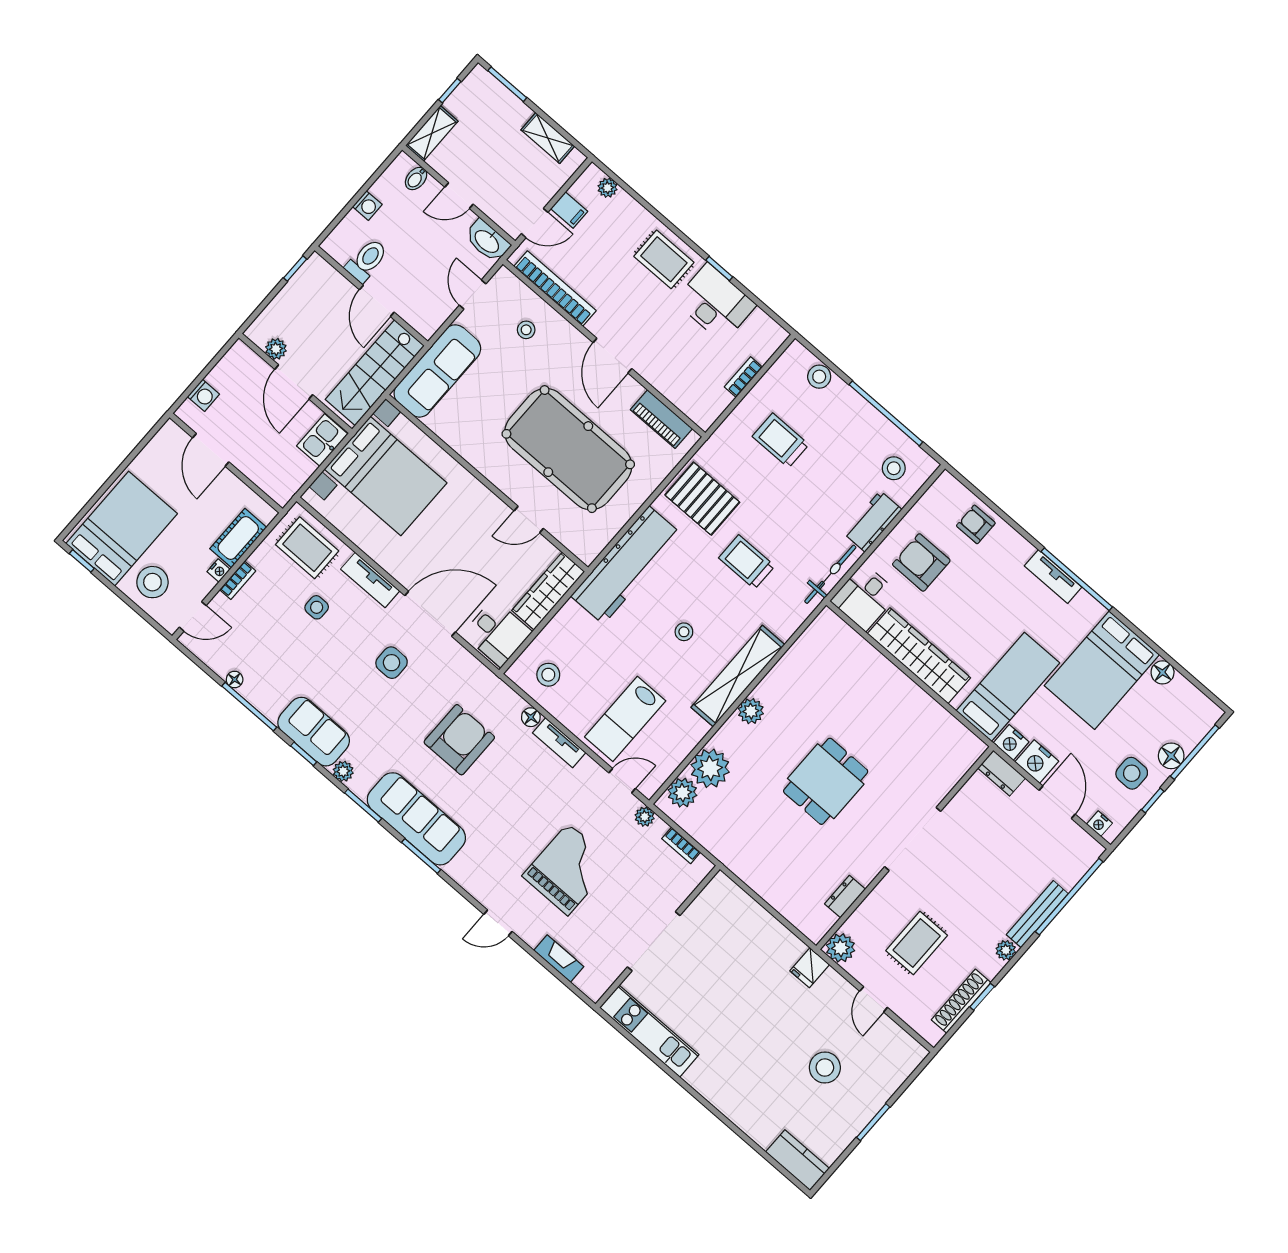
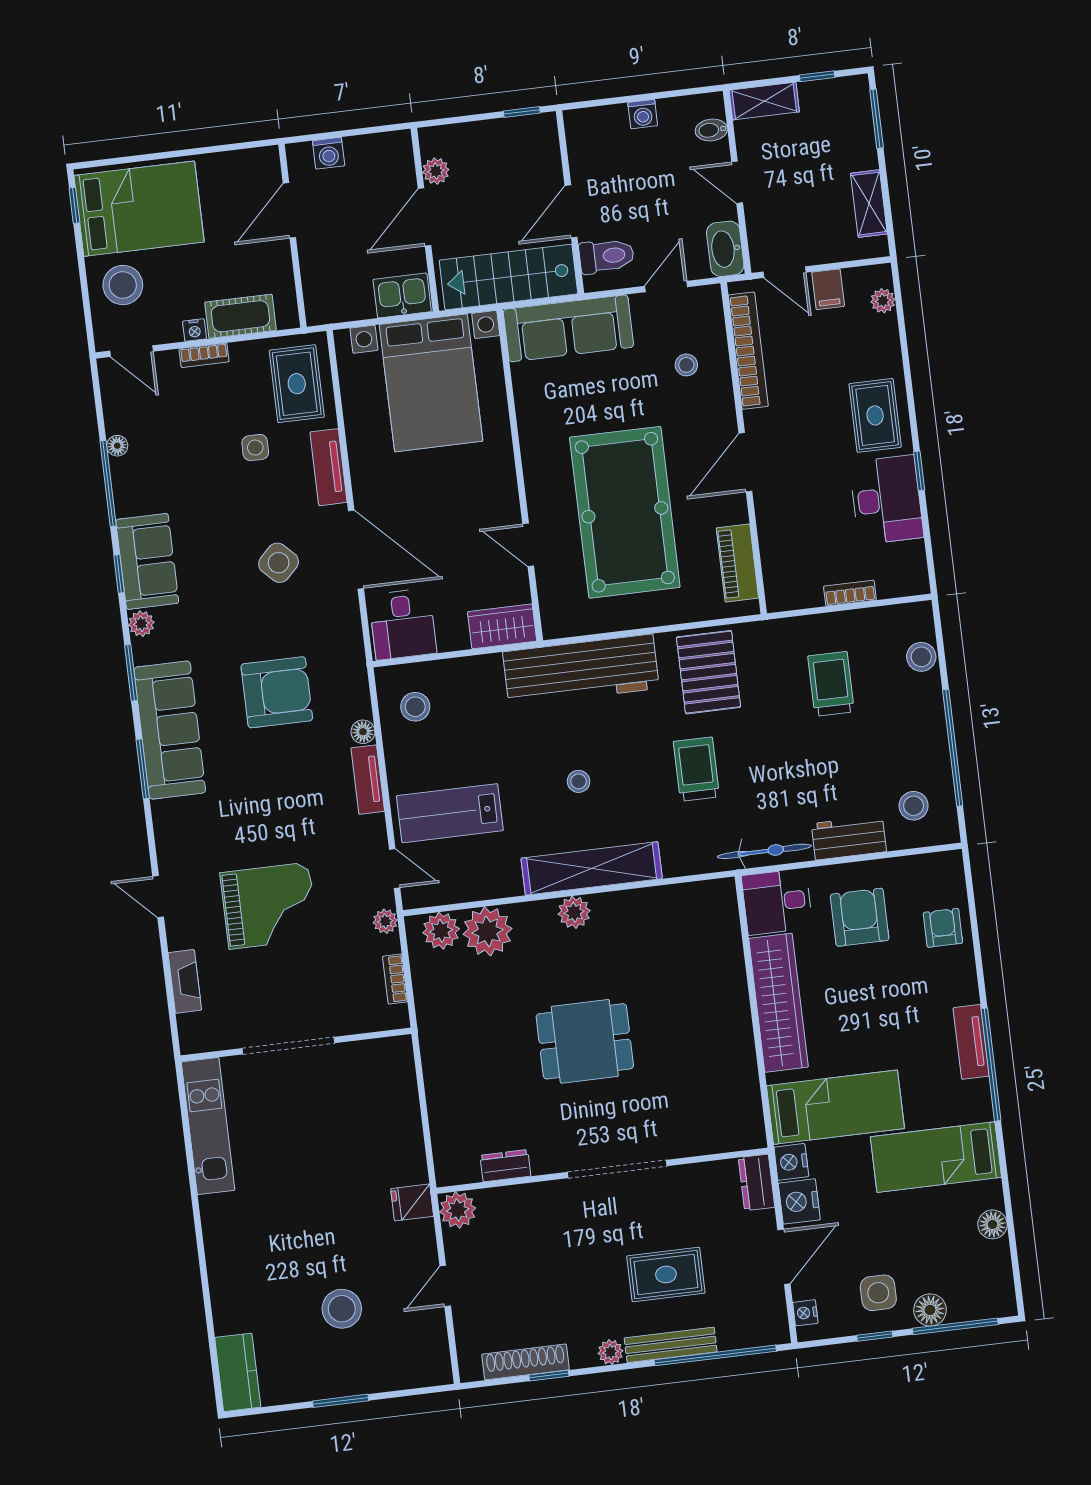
toilet: (367, 260) -> (607, 256), moved
wardrobe: (548, 591) -> (502, 626), width x0.67
side table: (392, 663) -> (279, 563), turned 45
bed: (1102, 670) -> (936, 1157), width x0.67
rug: (917, 943) -> (666, 1274), moved

